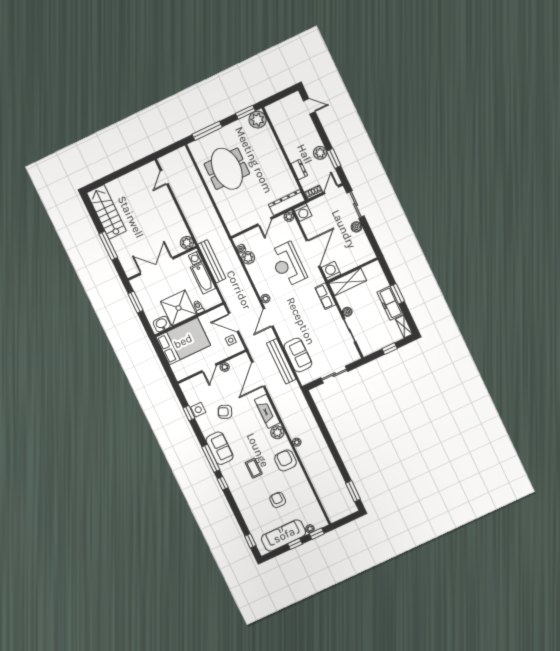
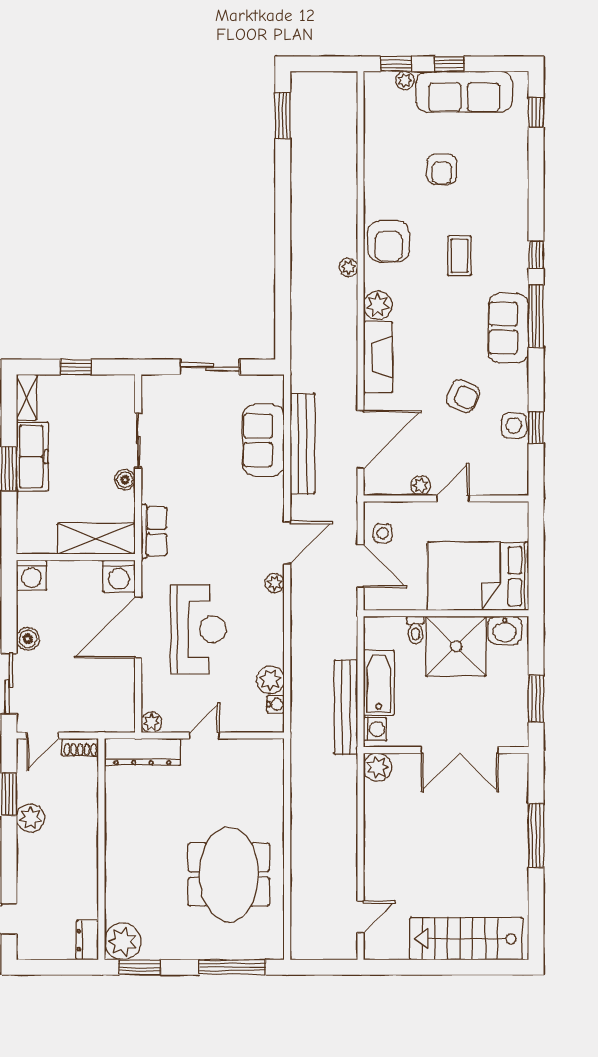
dresser: (299, 170) -> (87, 940), moved
stairs: (106, 212) -> (466, 939), moved, turned 90
washing machine: (303, 212) -> (31, 575), moved, turned 180

